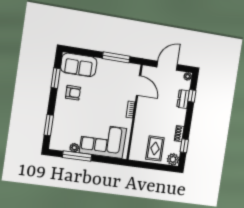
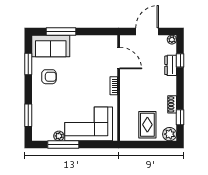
window: (116, 57) -> (61, 31), moved

